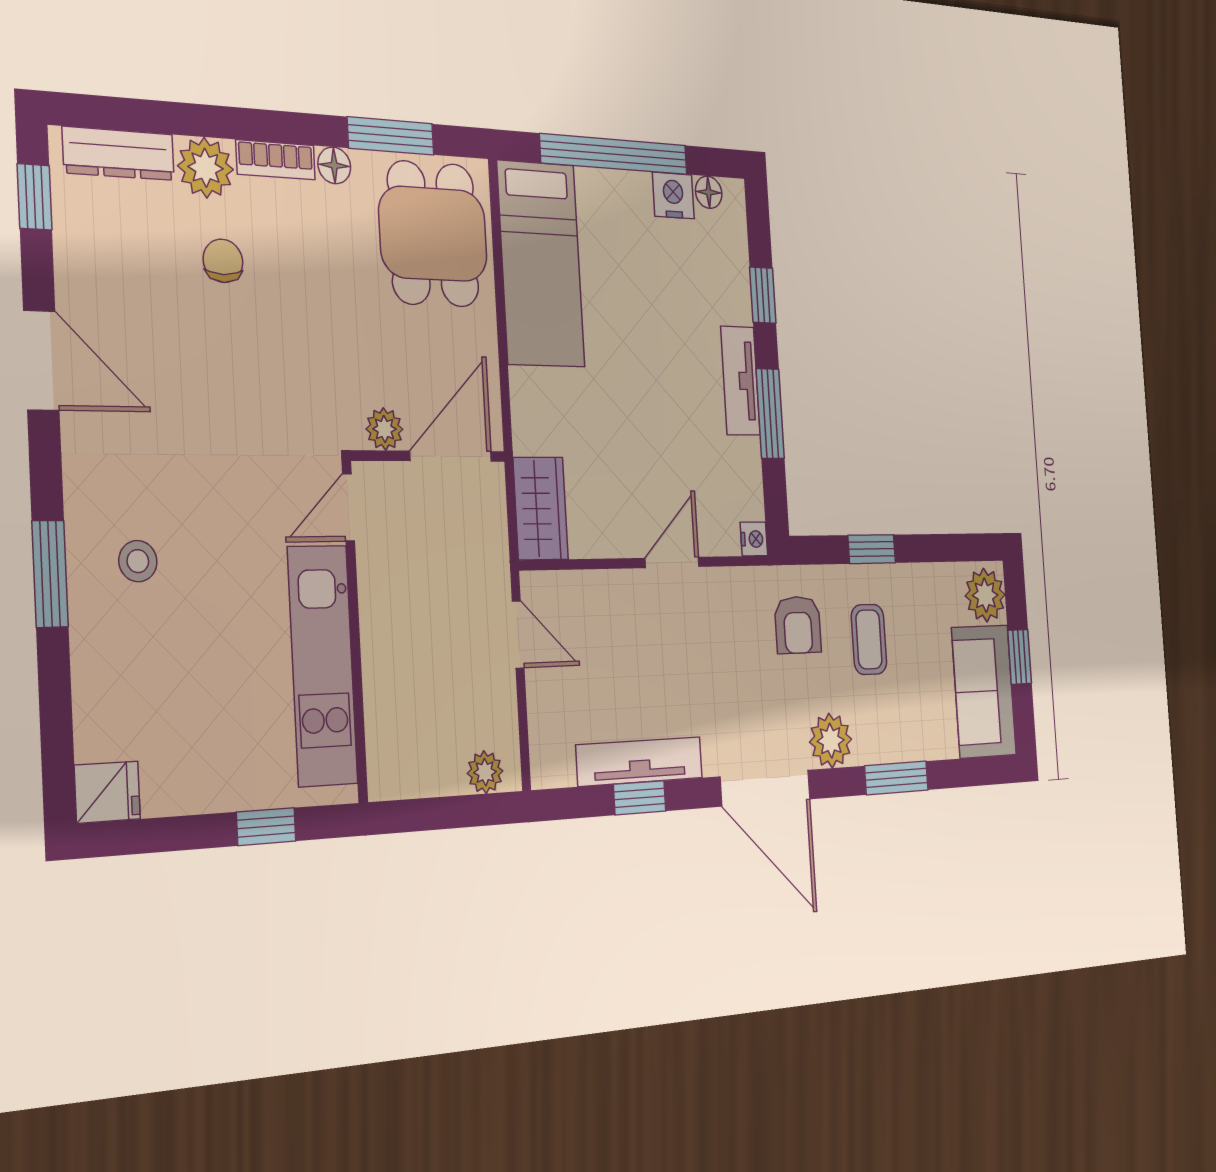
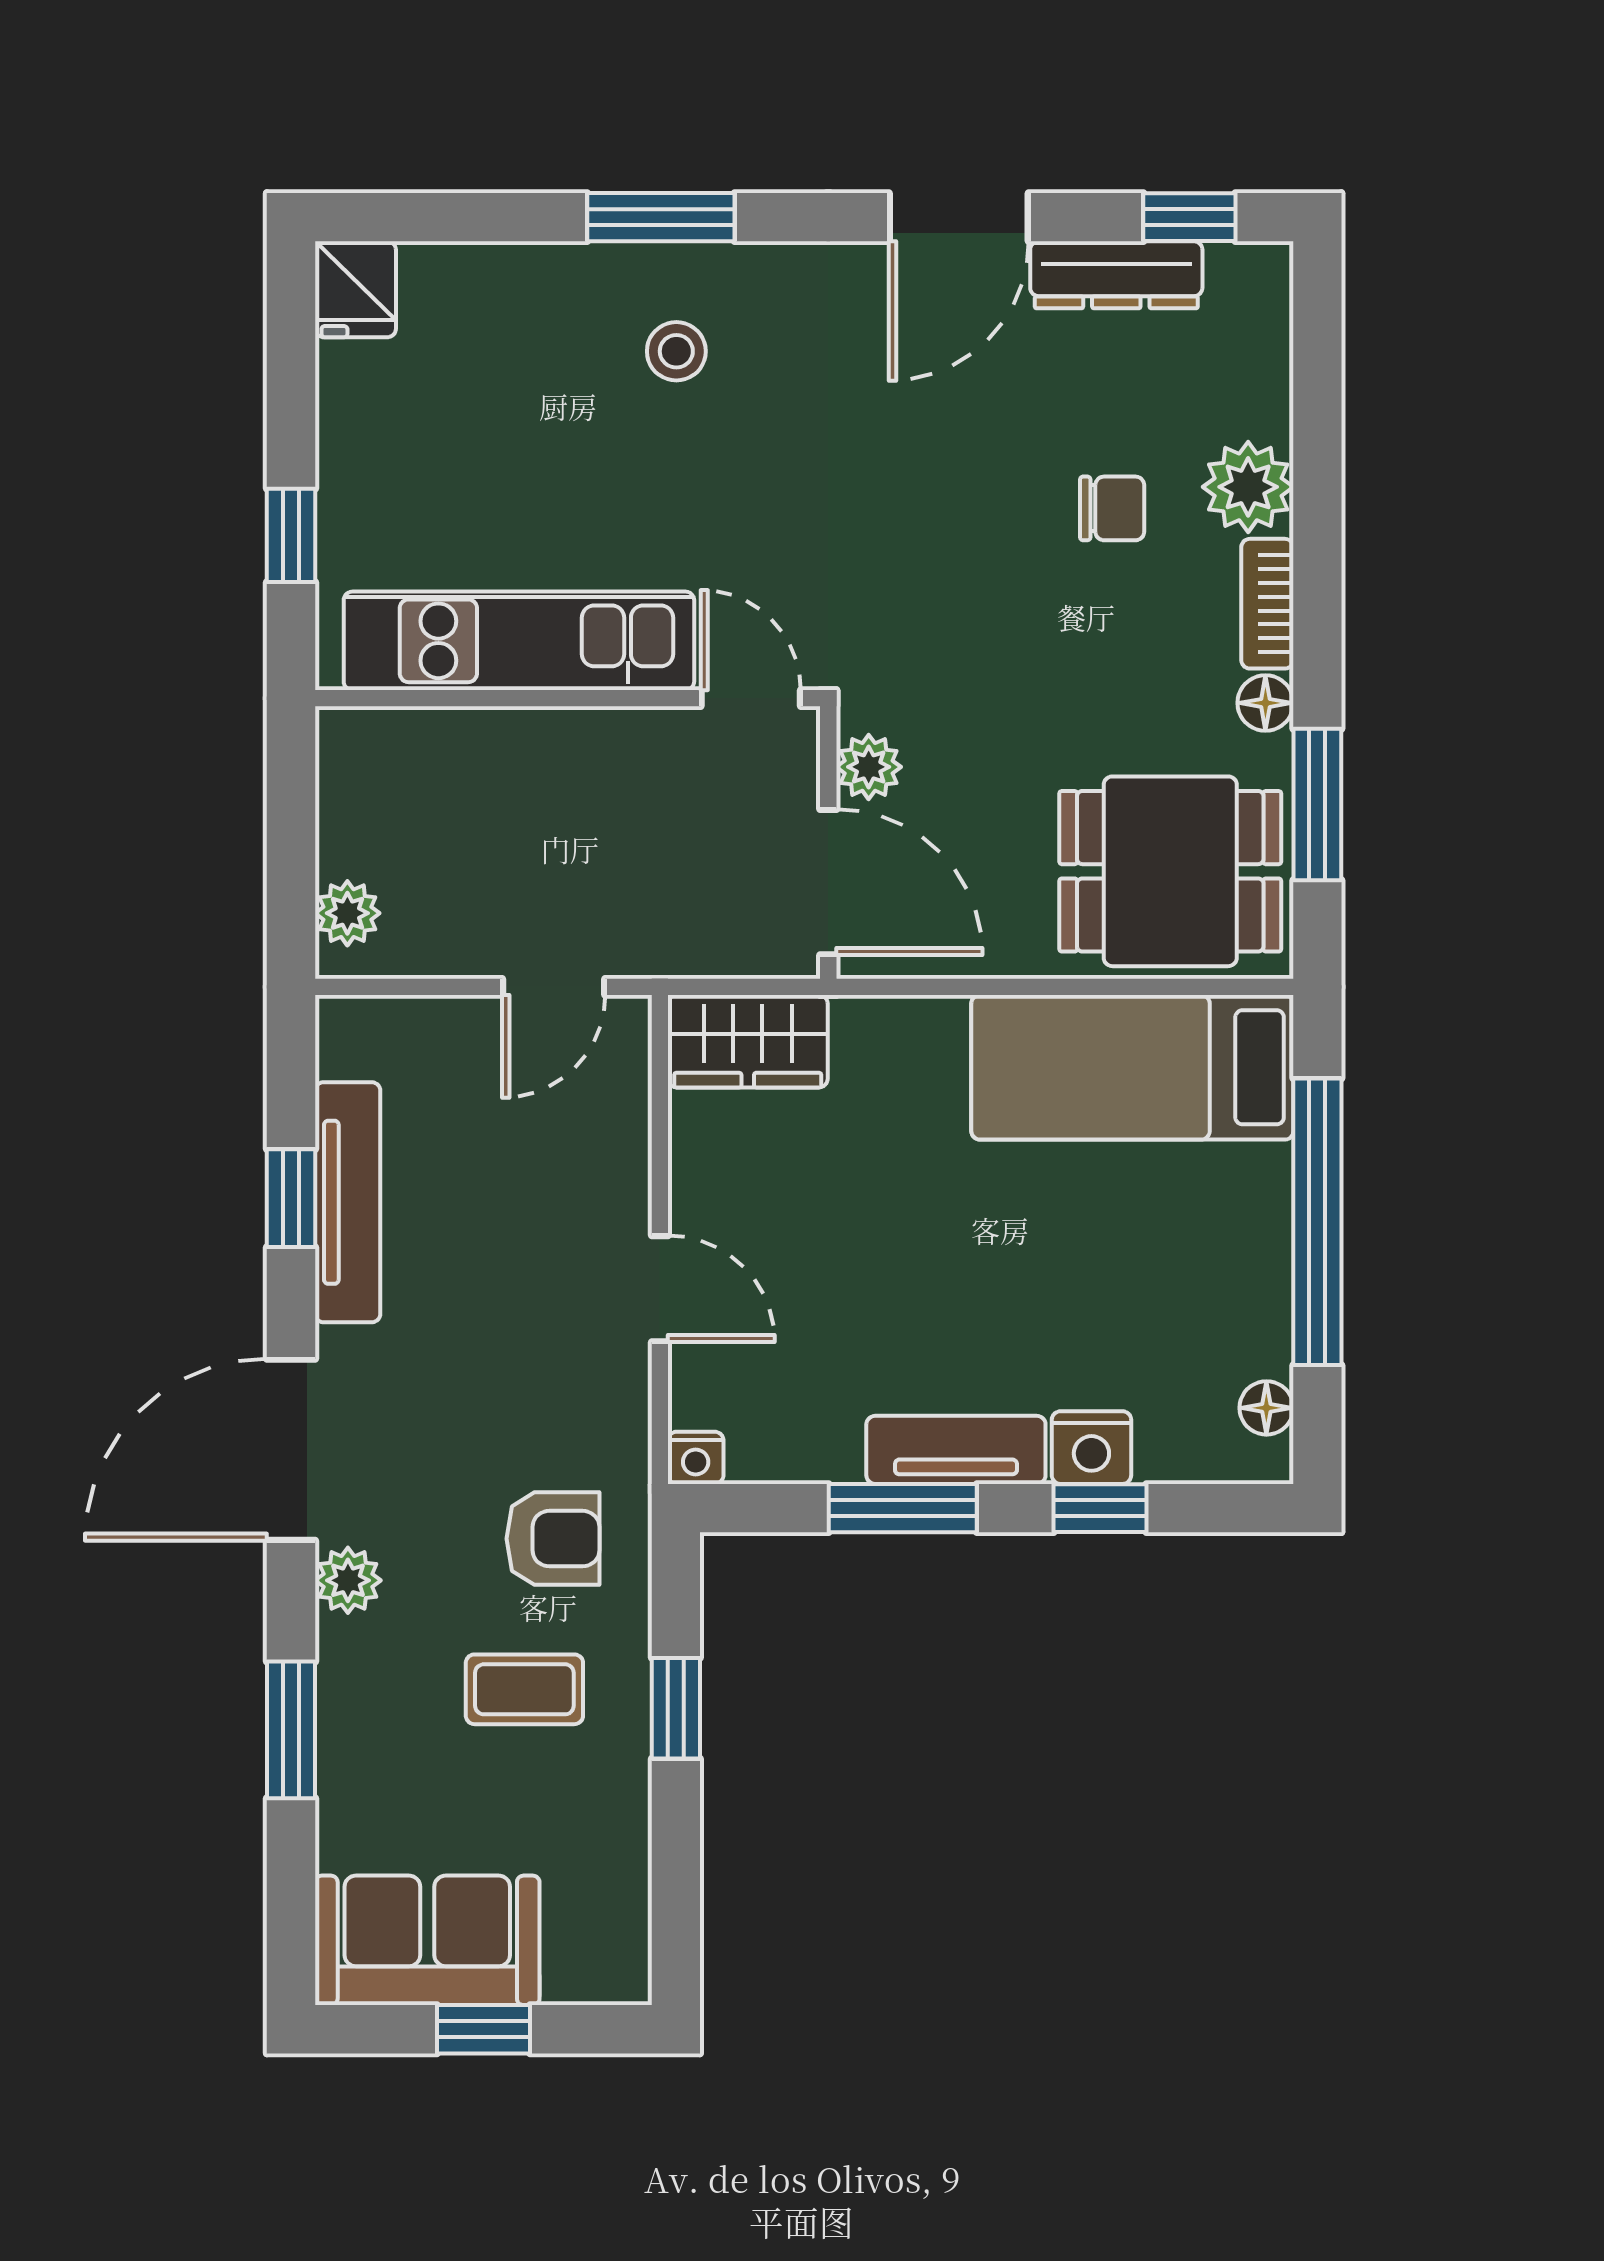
dresser: (119, 154) -> (1116, 275), moved, turned -90
nightstand: (673, 195) -> (1091, 1448), moved, turned 90
plant: (985, 595) -> (593, 1958), removed
armchair: (798, 625) -> (553, 1539), turned 180
plant: (831, 741) -> (348, 1580), width x0.73, depth x0.73

